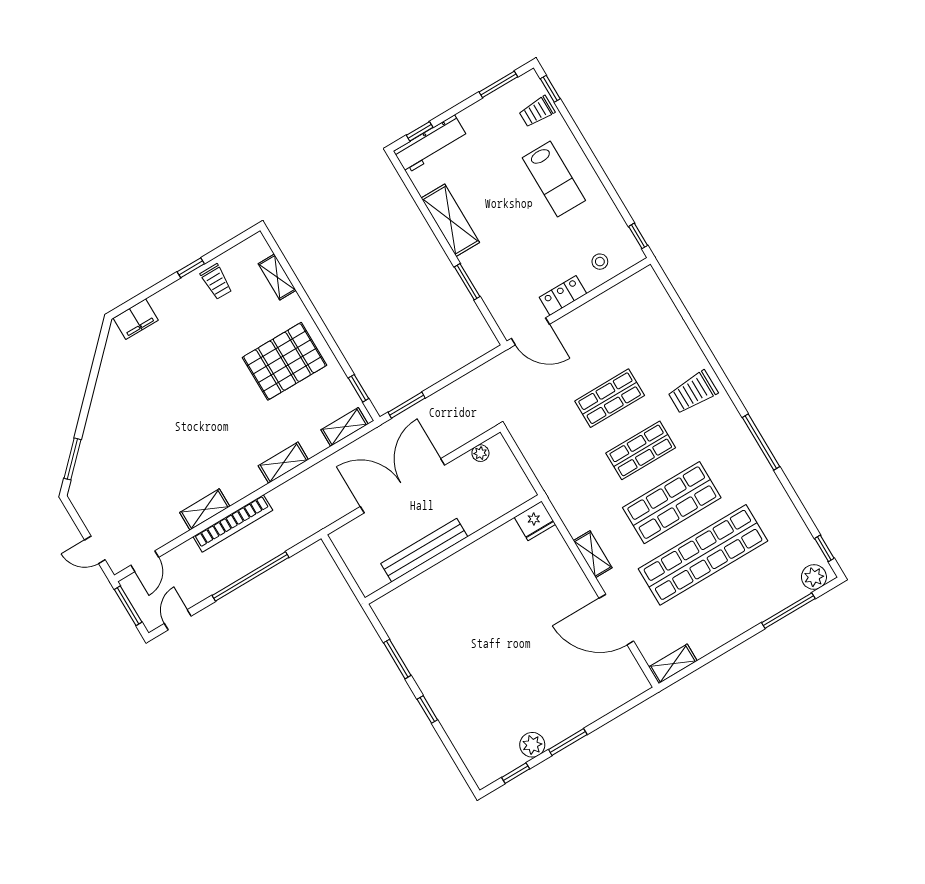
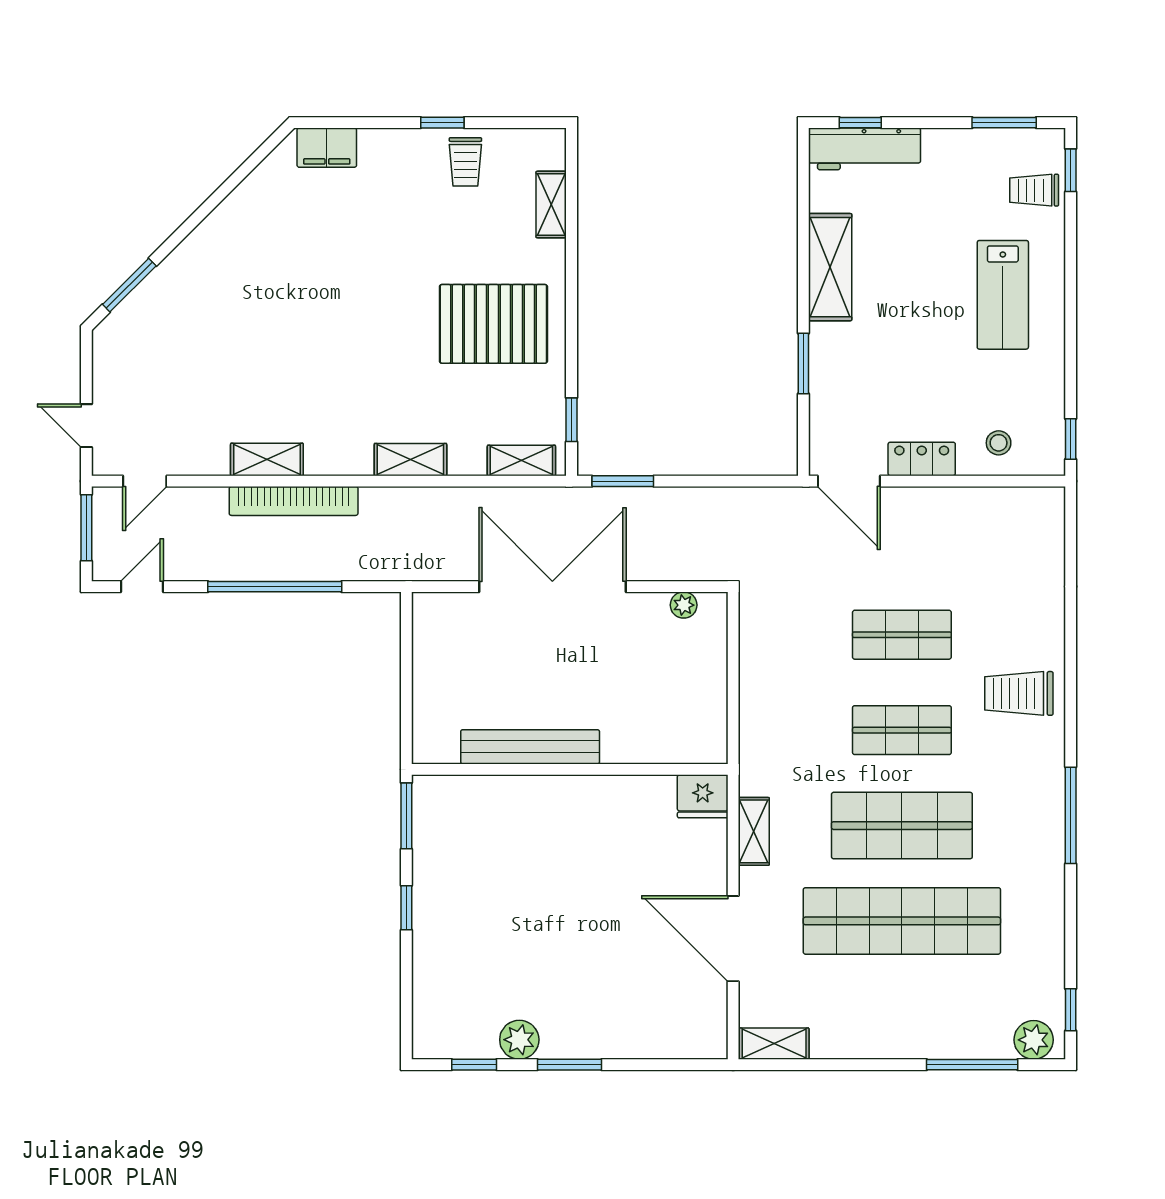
fridge: (535, 521) -> (703, 796), moved
wall: (453, 549) -> (570, 769), moved
bench: (424, 550) -> (530, 747), moved

